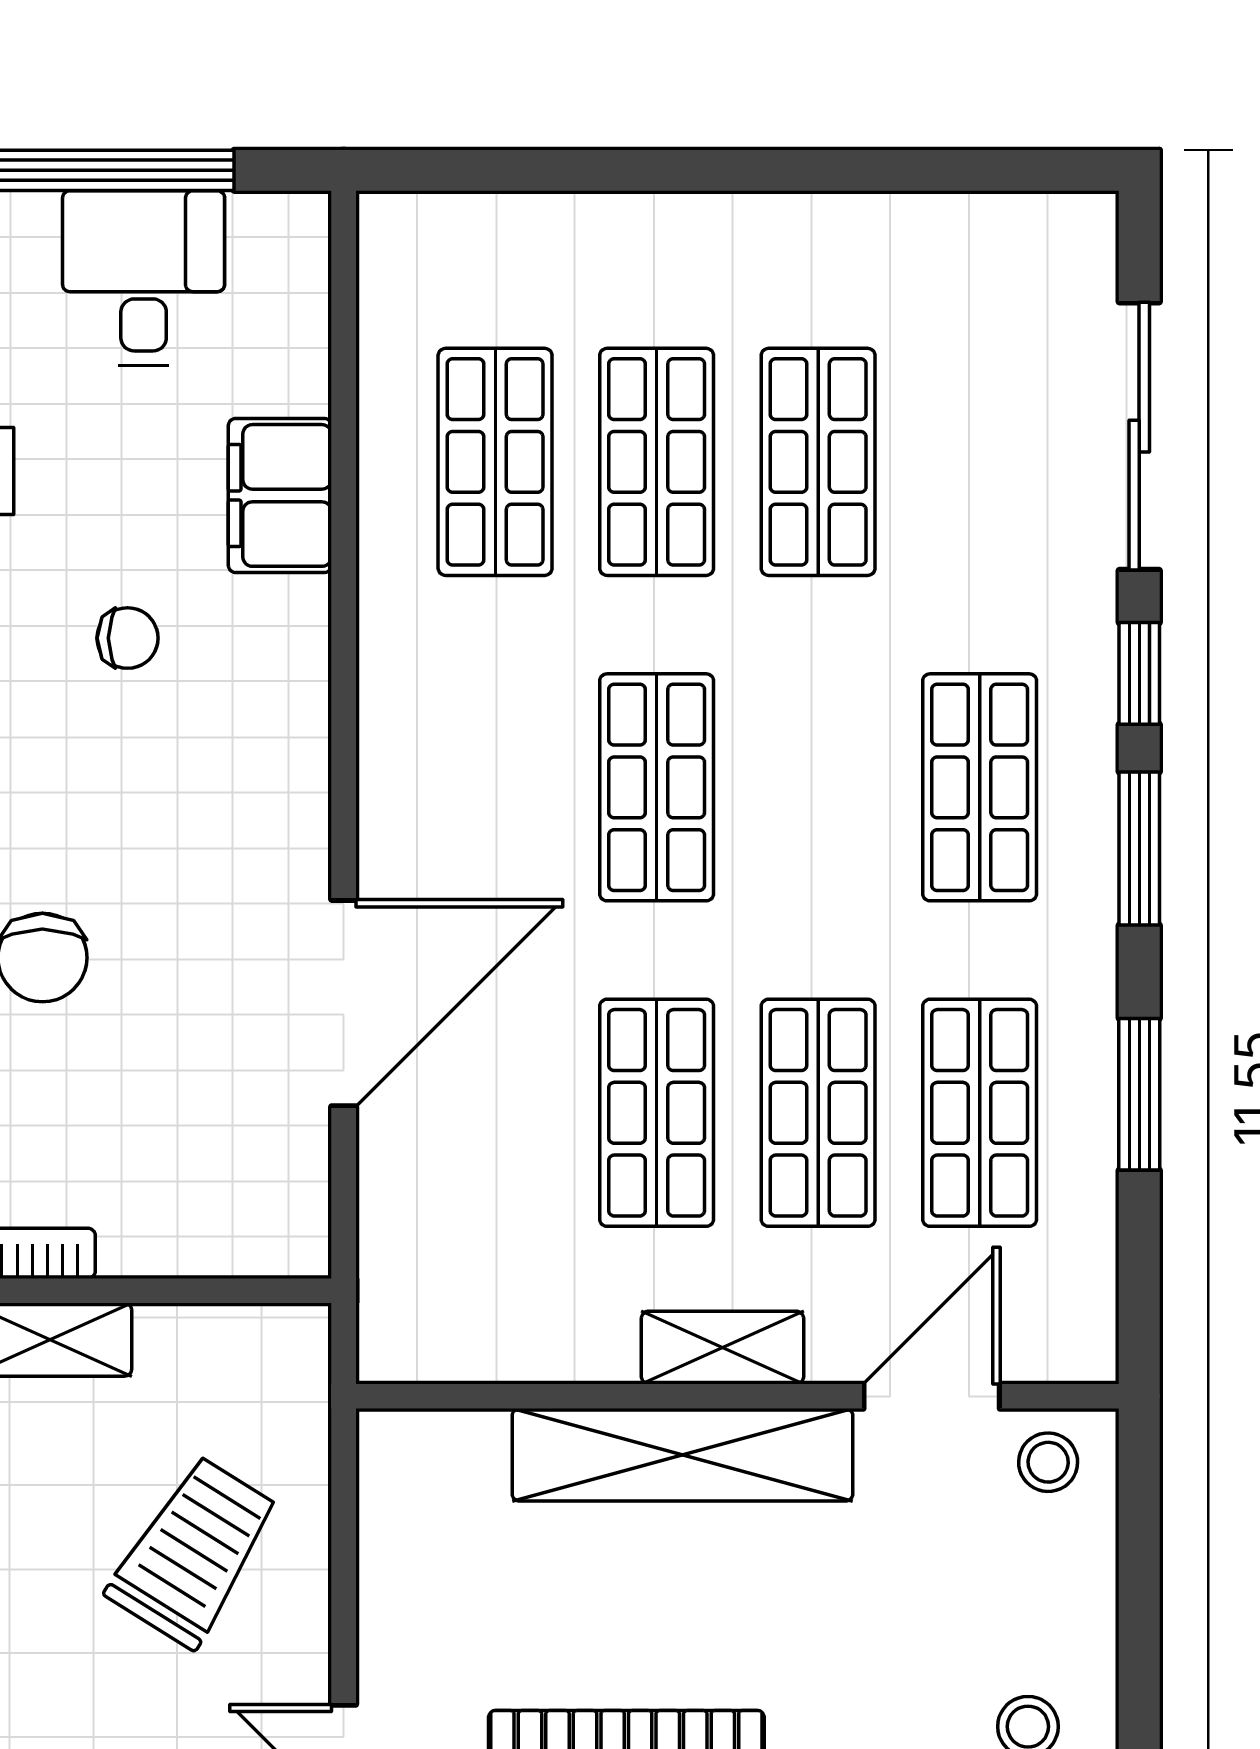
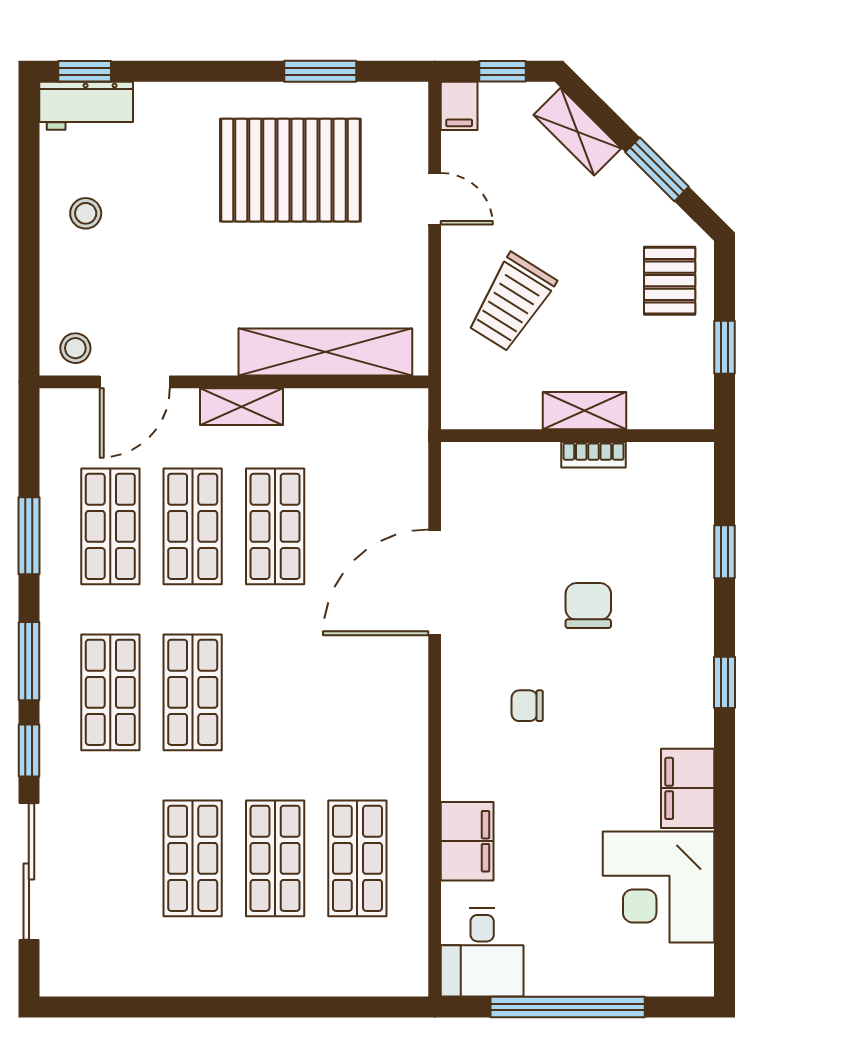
desk: (144, 278) -> (482, 952), moved
chair: (128, 638) -> (527, 706), moved
shop shelf: (657, 787) -> (193, 692), moved
shelving: (682, 1455) -> (325, 352), moved

